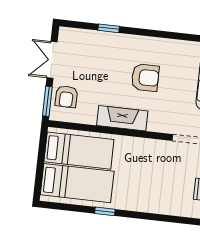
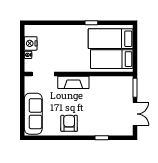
armchair: (145, 78) -> (69, 123), moved, turned 90
armchair: (66, 97) -> (124, 92), removed
fireplace: (122, 118) -> (73, 82), moved

